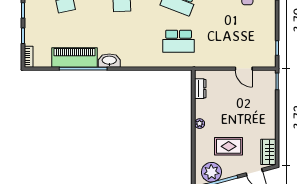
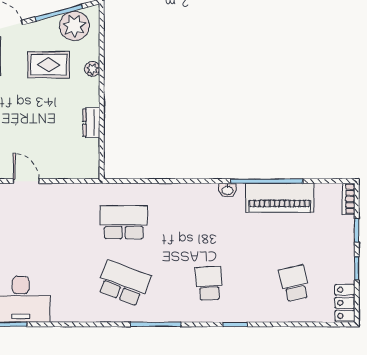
washbasin: (109, 61) -> (228, 190), width x0.52, depth x0.69
dresser: (200, 89) -> (91, 123), moved
plant: (200, 124) -> (92, 69), moved

